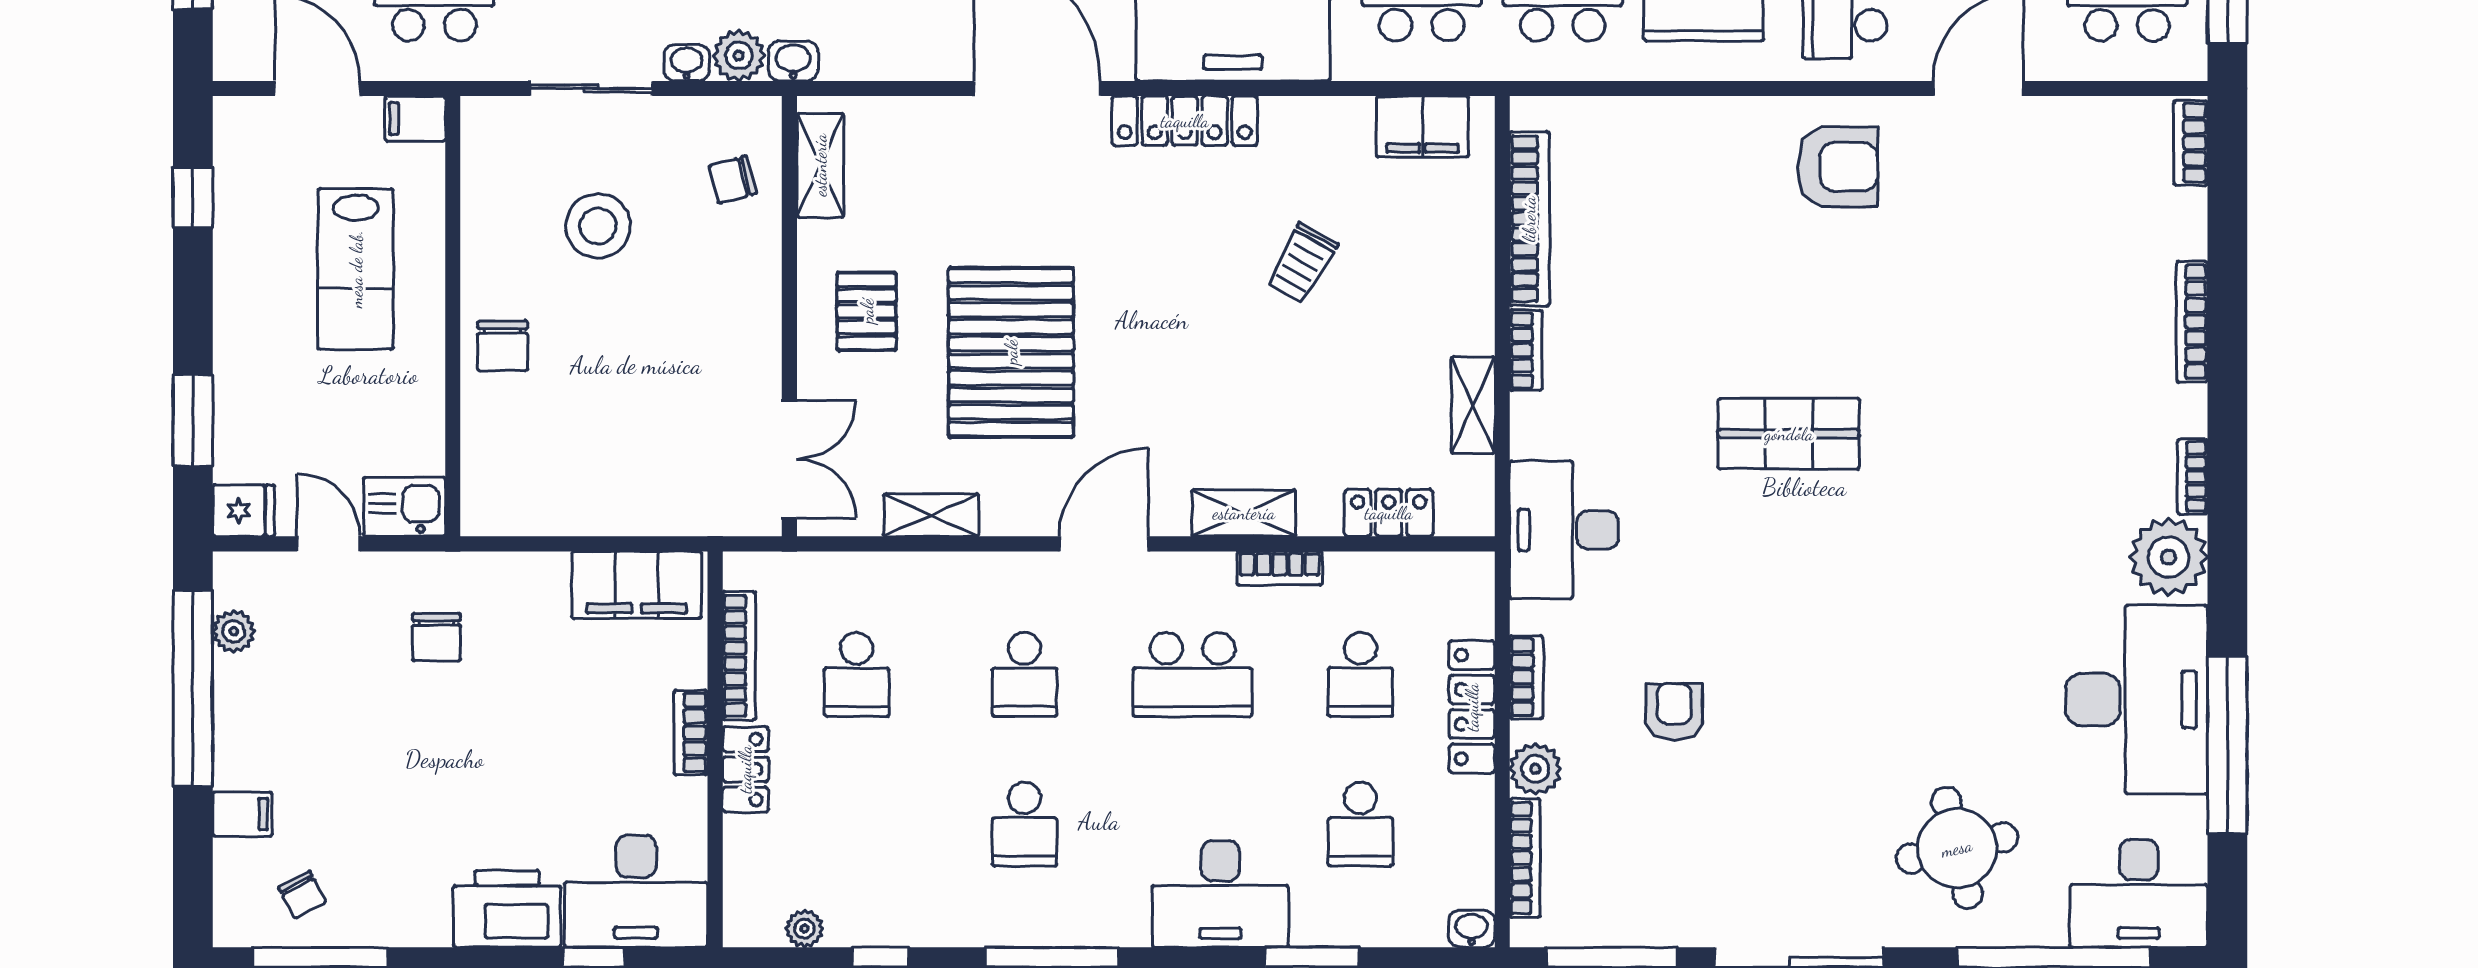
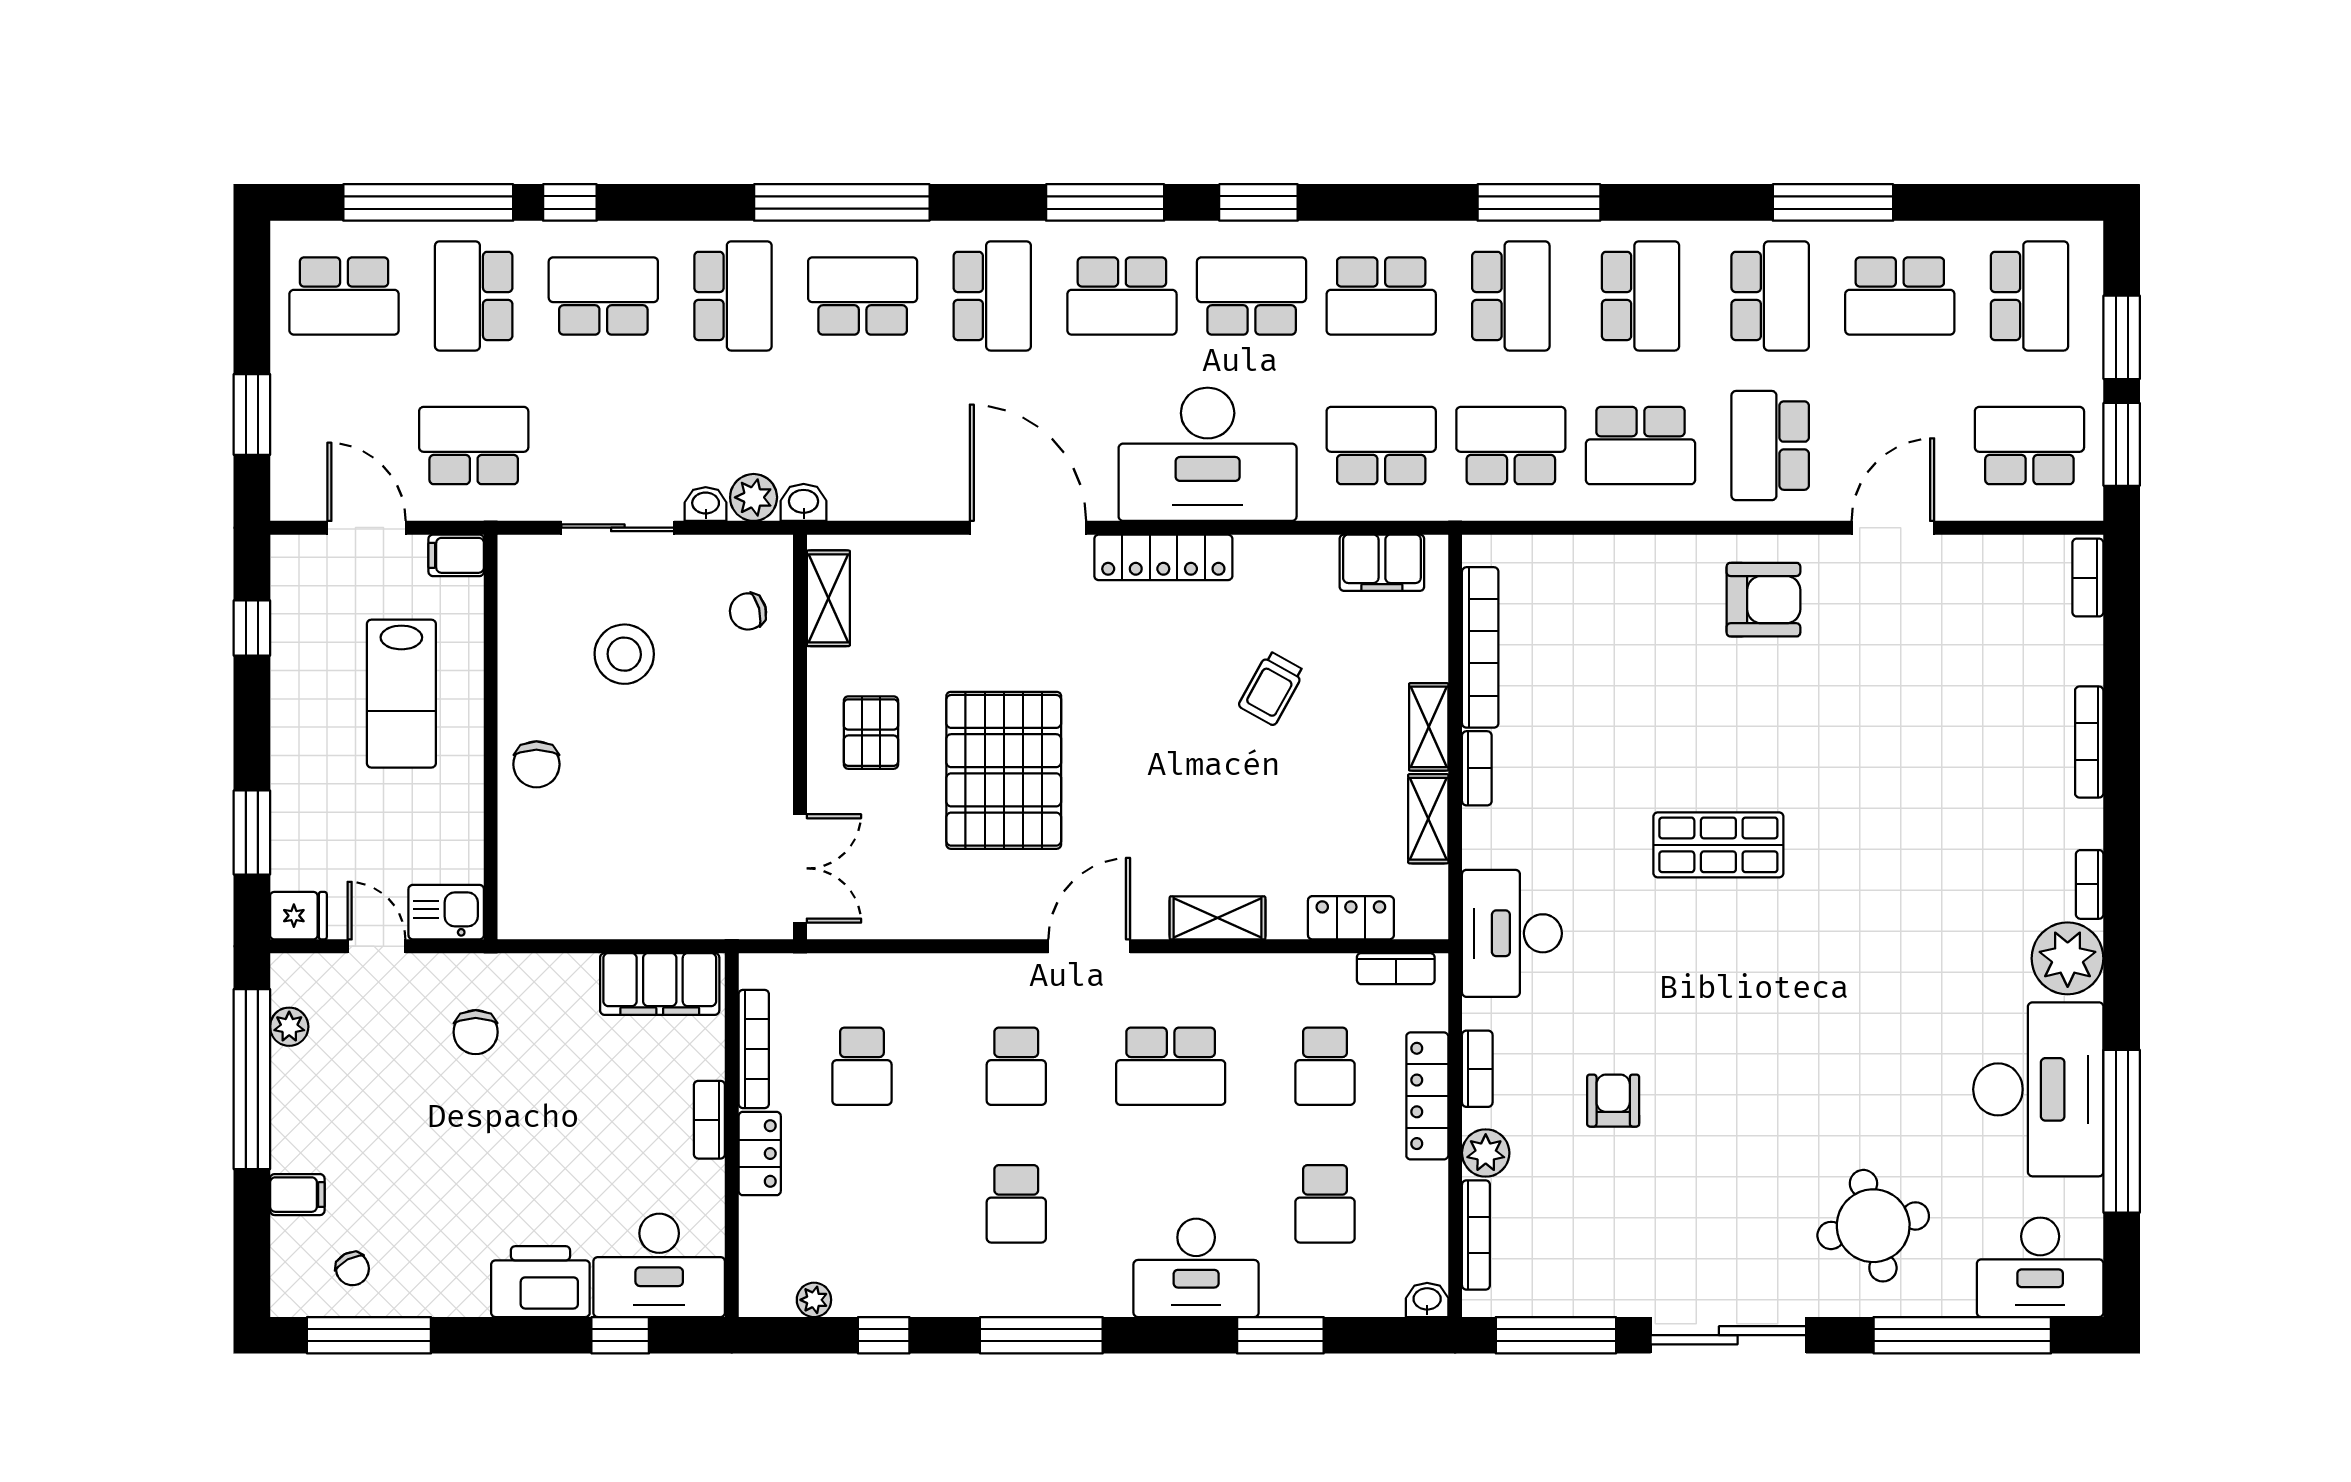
shelving: (931, 515) -> (1429, 727), moved, turned 90
bookcase: (1280, 568) -> (1396, 969), moved

